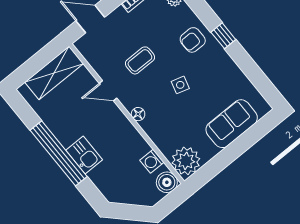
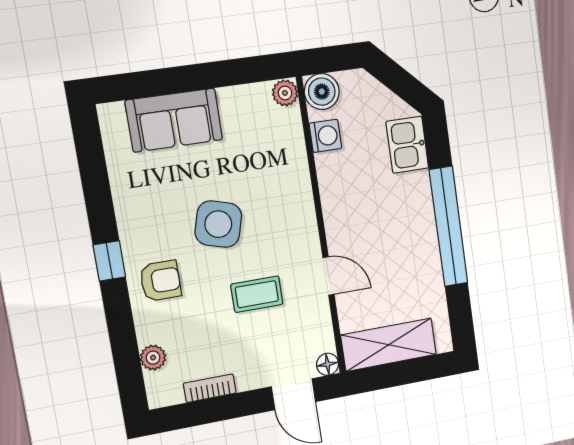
side table: (180, 85) -> (218, 224), width x1.87, depth x1.87
floor lamp: (138, 114) -> (328, 364), moved
kitchen sink: (84, 155) -> (407, 145), moved
plant: (186, 161) -> (285, 93), width x0.53, depth x0.53

